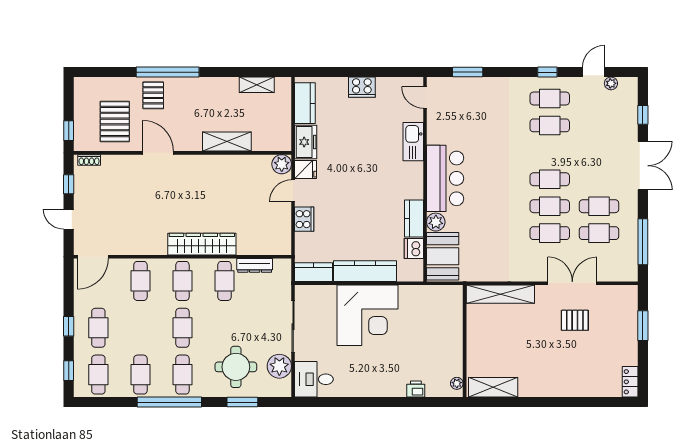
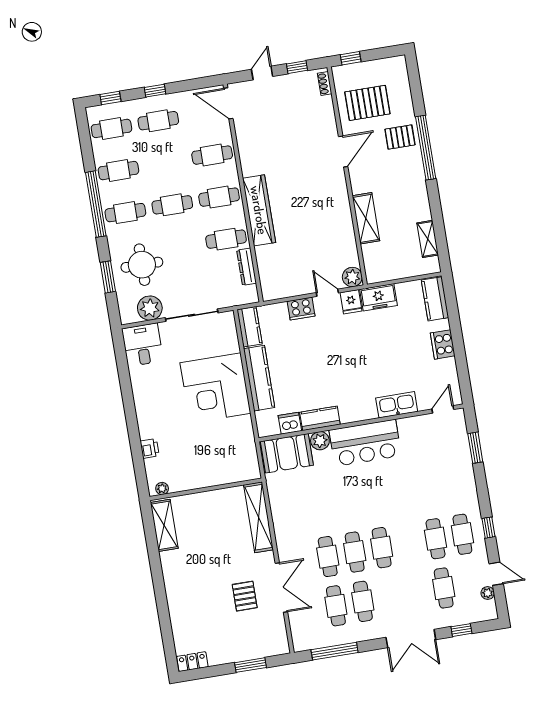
kitchen counter: (305, 103) -> (435, 299), moved, turned 90
cafe table: (599, 125) -> (444, 588), added

